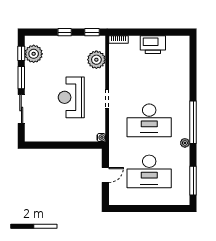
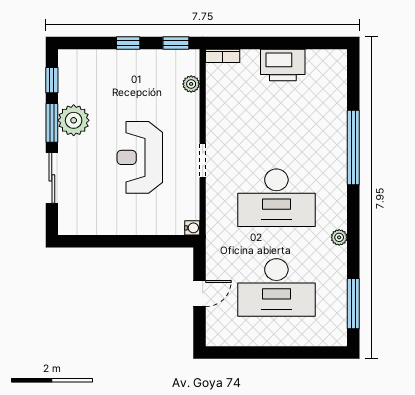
plant: (34, 54) -> (74, 120), moved
plant: (96, 60) -> (191, 84), width x0.53, depth x0.53
window: (193, 122) -> (353, 148), moved

